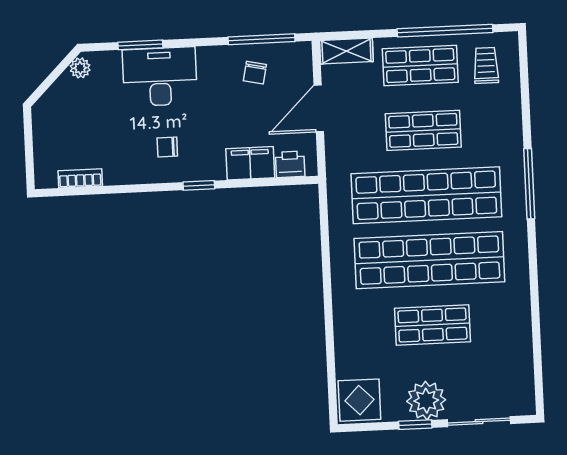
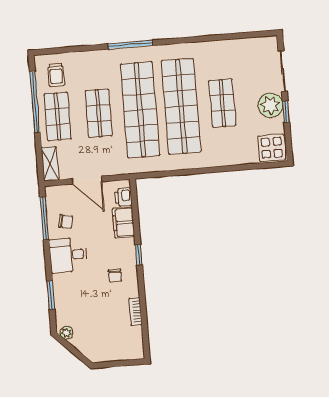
trolley: (486, 65) -> (56, 75), turned -90
desk: (160, 77) -> (68, 255), moved, width x0.73
bookcase: (80, 178) -> (135, 312), moved

